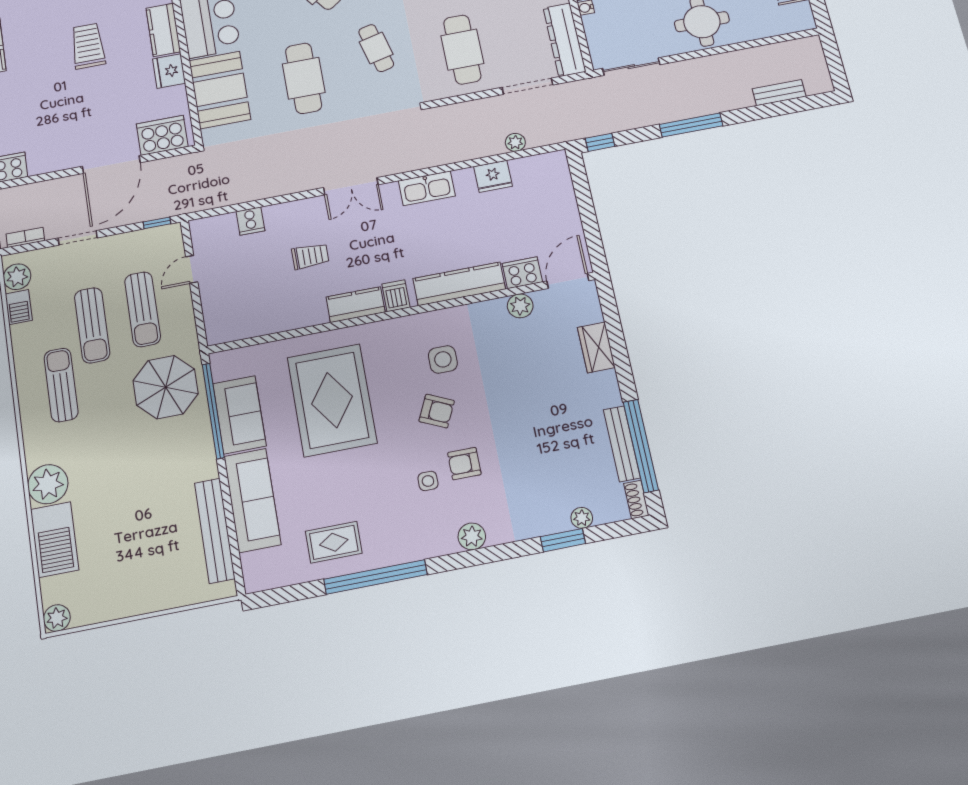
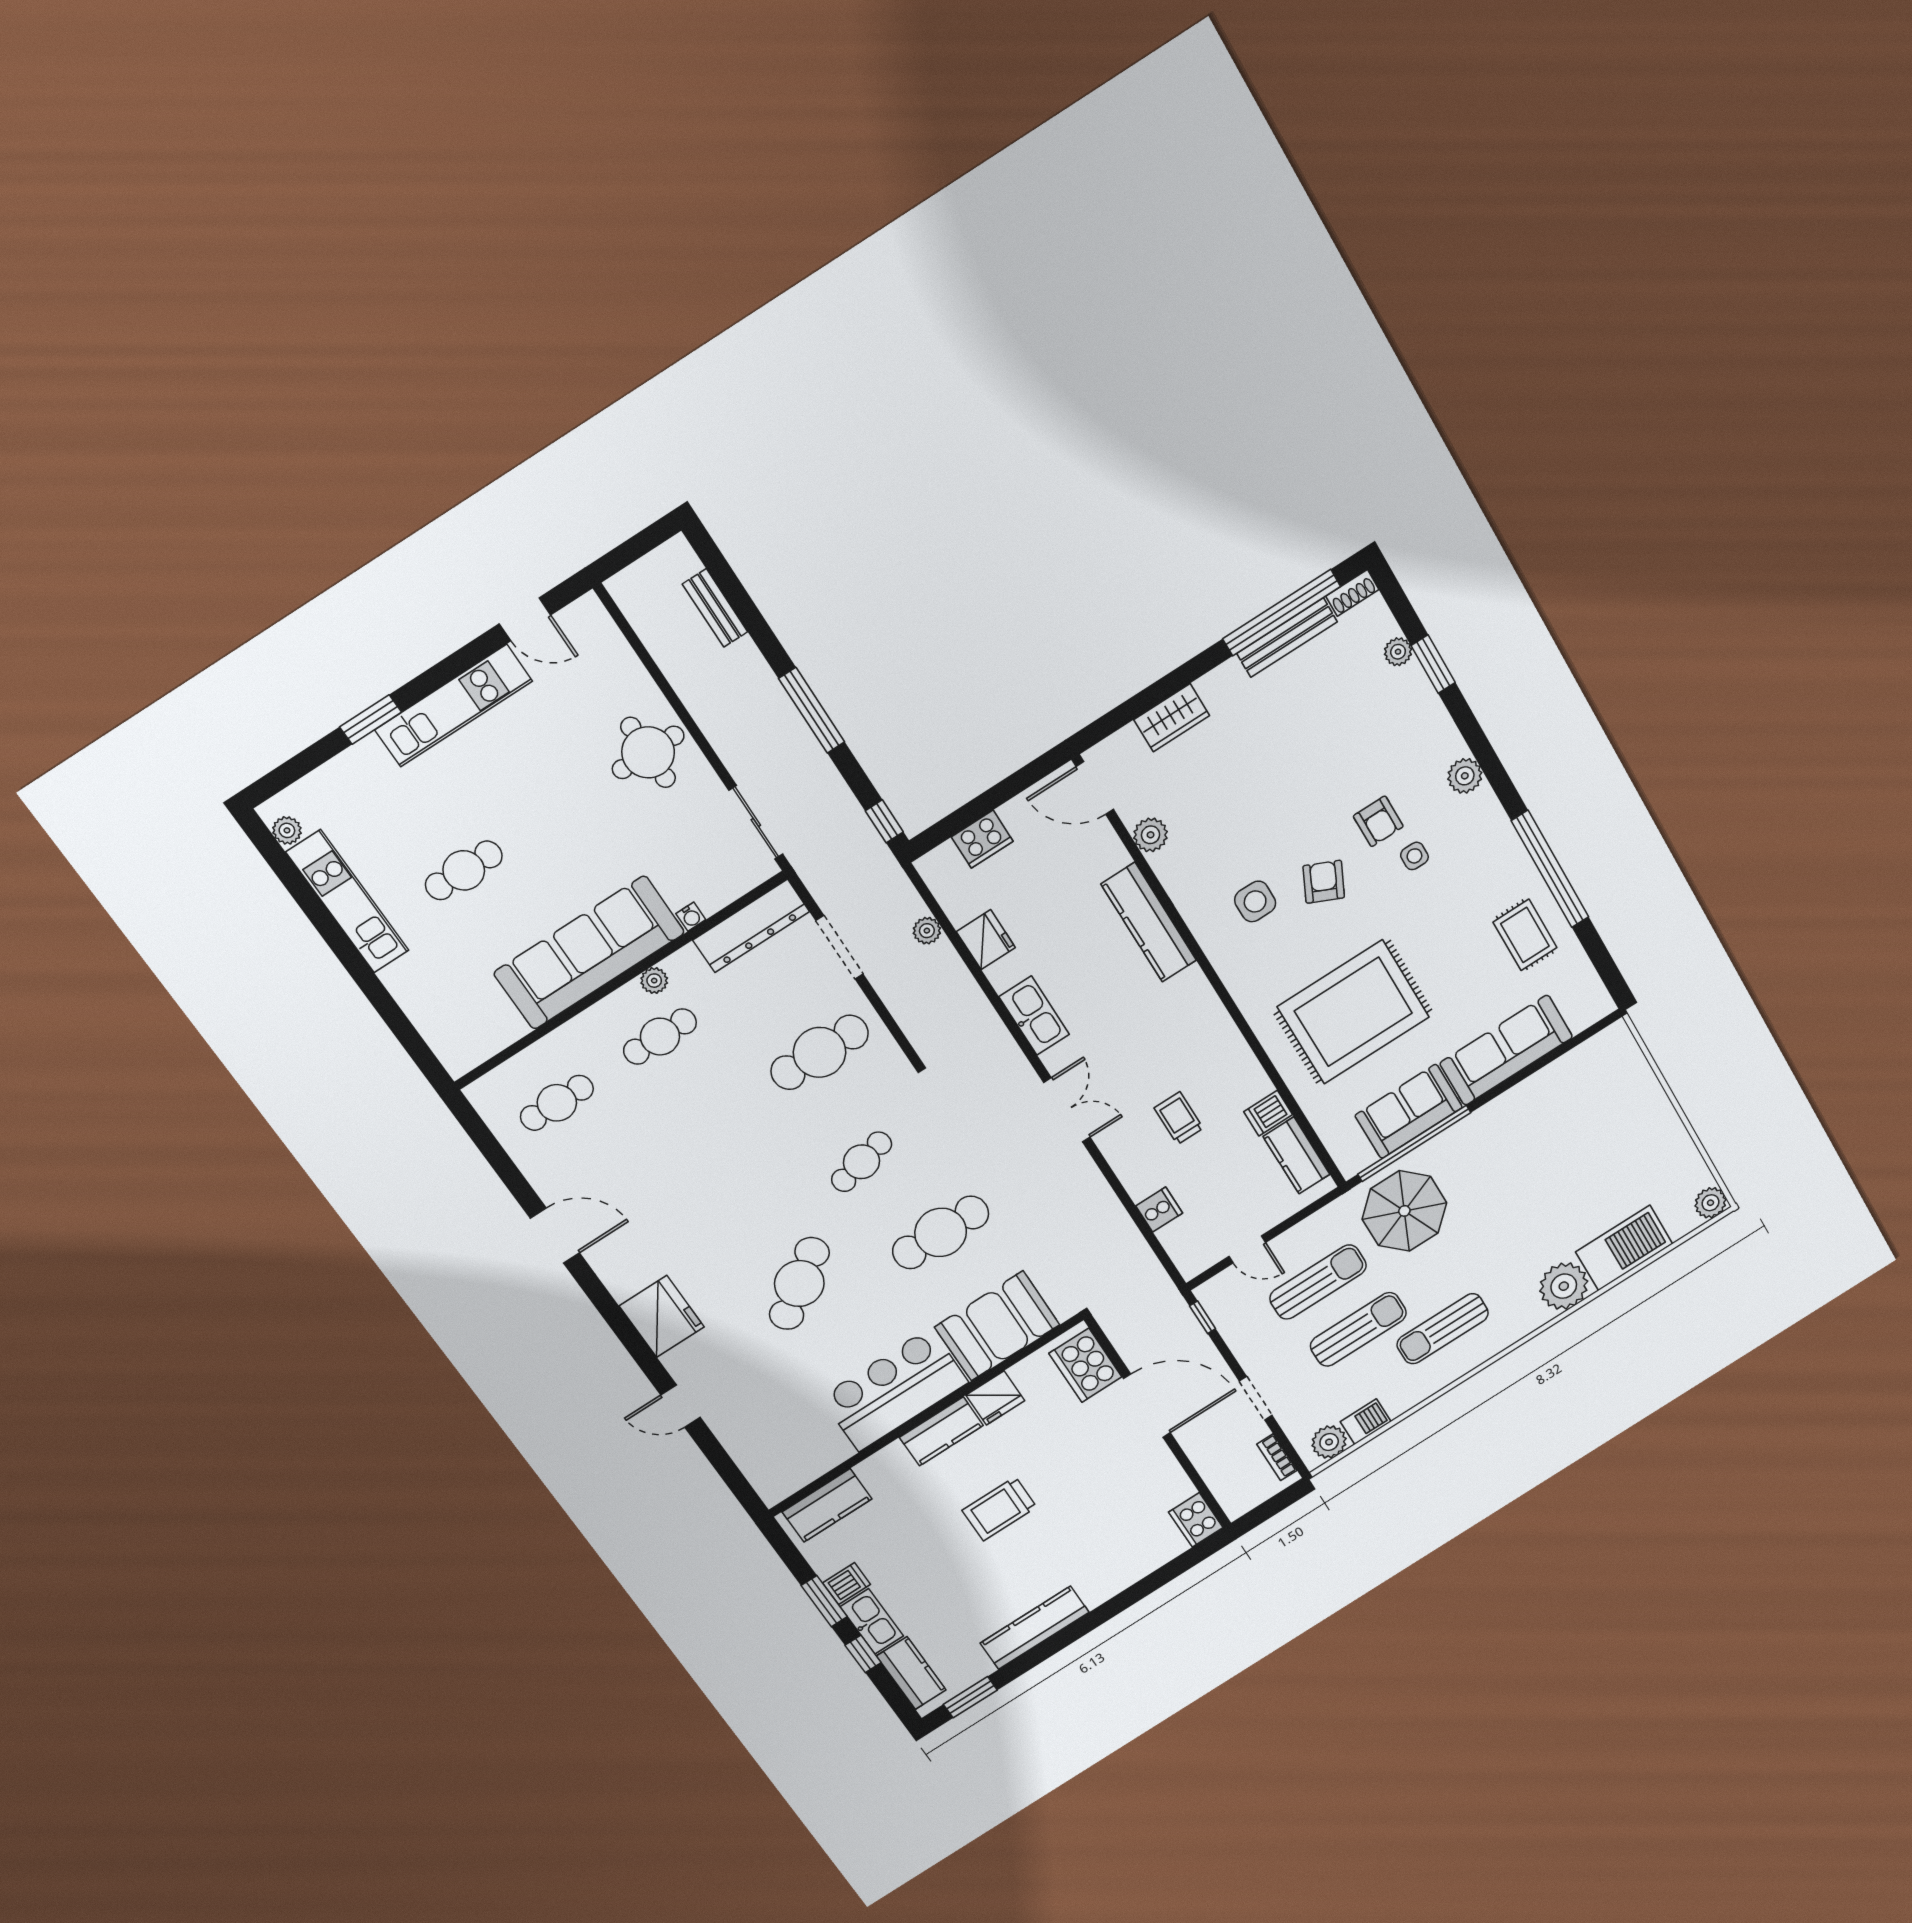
cooker: (522, 273) -> (982, 839), moved, turned -90
dishwasher: (396, 296) -> (1268, 1113), moved
kitchen counter: (356, 305) -> (1297, 1155), moved
bench: (215, 531) -> (1556, 1077), removed

